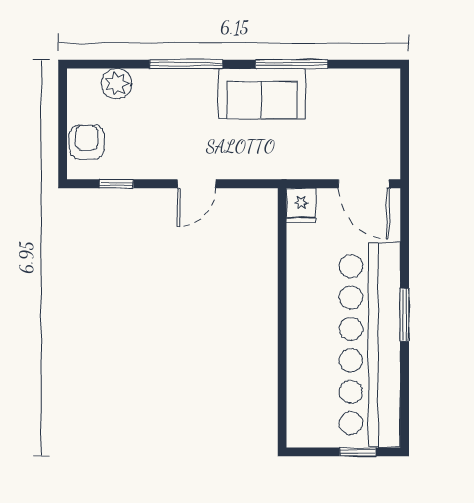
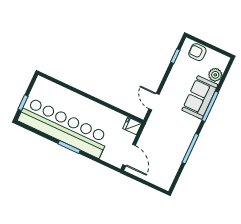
sofa: (262, 94) -> (200, 97), moved
armchair: (87, 142) -> (197, 52), turned 180
door: (197, 184) -> (154, 102), moved
door: (364, 184) -> (129, 155), swing flipped

